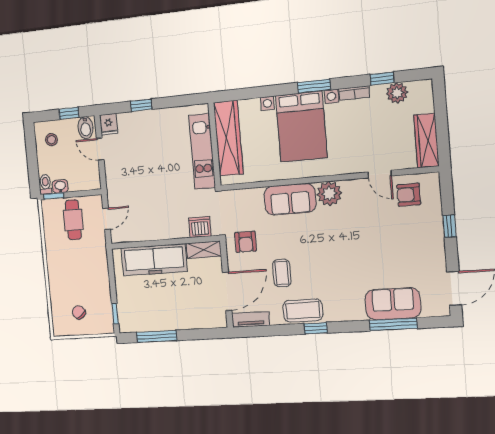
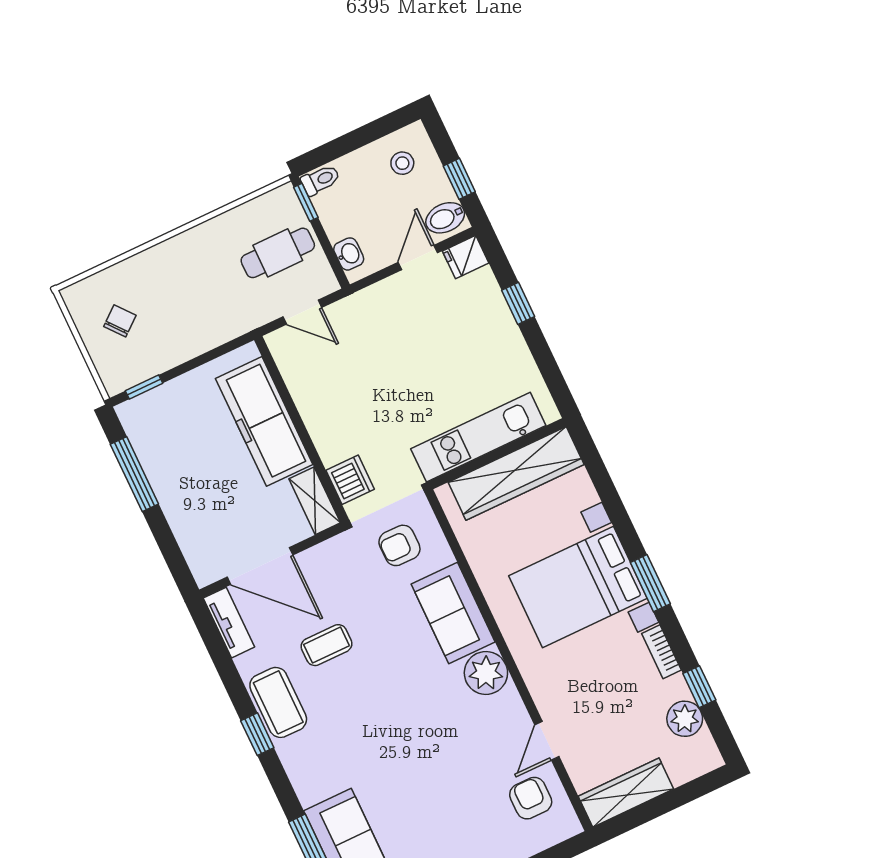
washbasin: (60, 186) -> (349, 254), moved
armchair: (246, 242) -> (399, 545), moved

